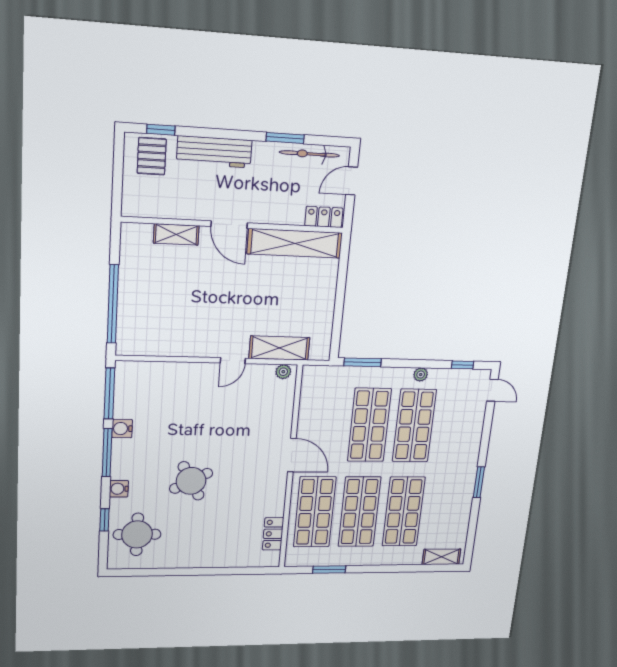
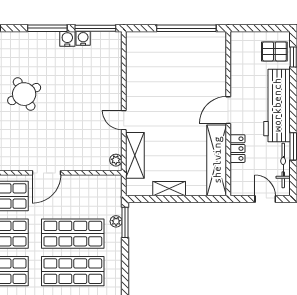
workbench: (214, 152) -> (277, 105), width x1.36, depth x1.32
locker: (324, 217) -> (238, 149), moved
shelving: (176, 234) -> (169, 189), moved, turned 90
window: (113, 304) -> (186, 28), moved
plant: (421, 375) -> (116, 221), moved
water cooler: (119, 489) -> (83, 38), moved

